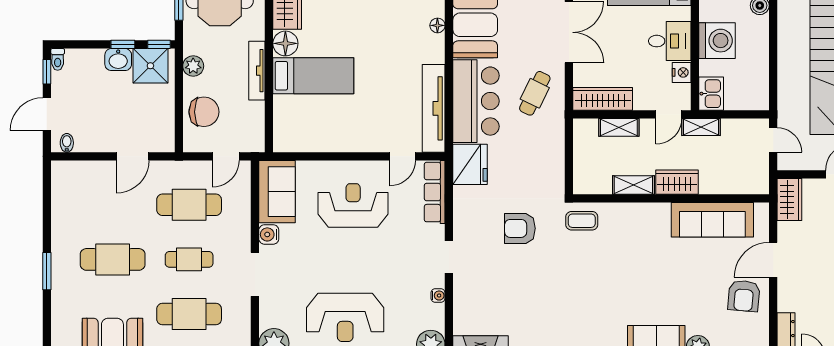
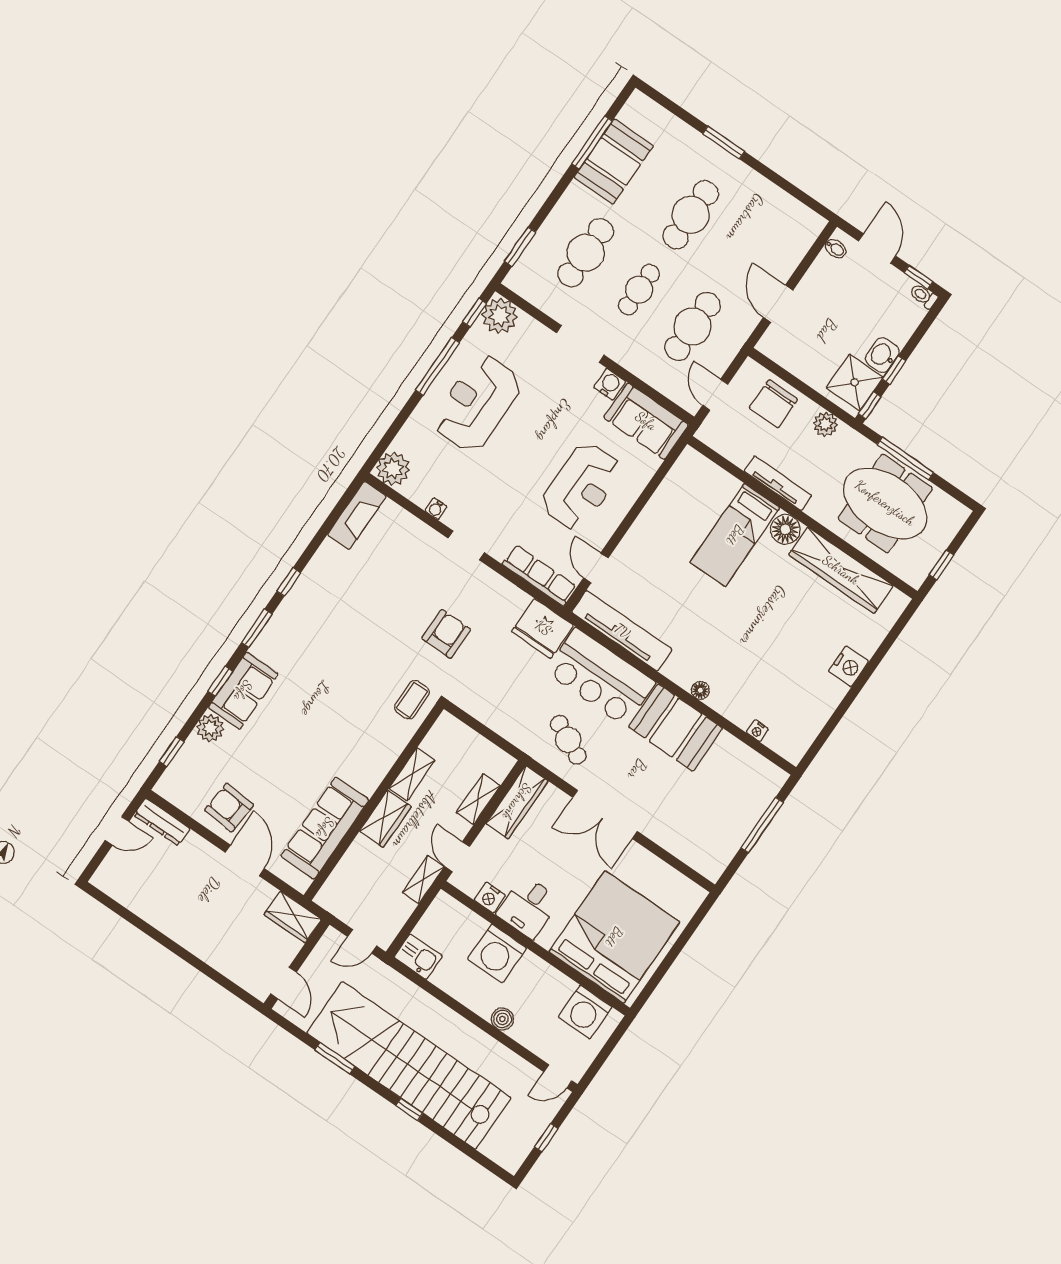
kitchen sink: (711, 94) -> (418, 957), moved, turned 180

